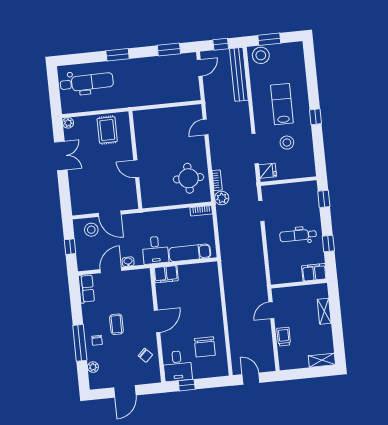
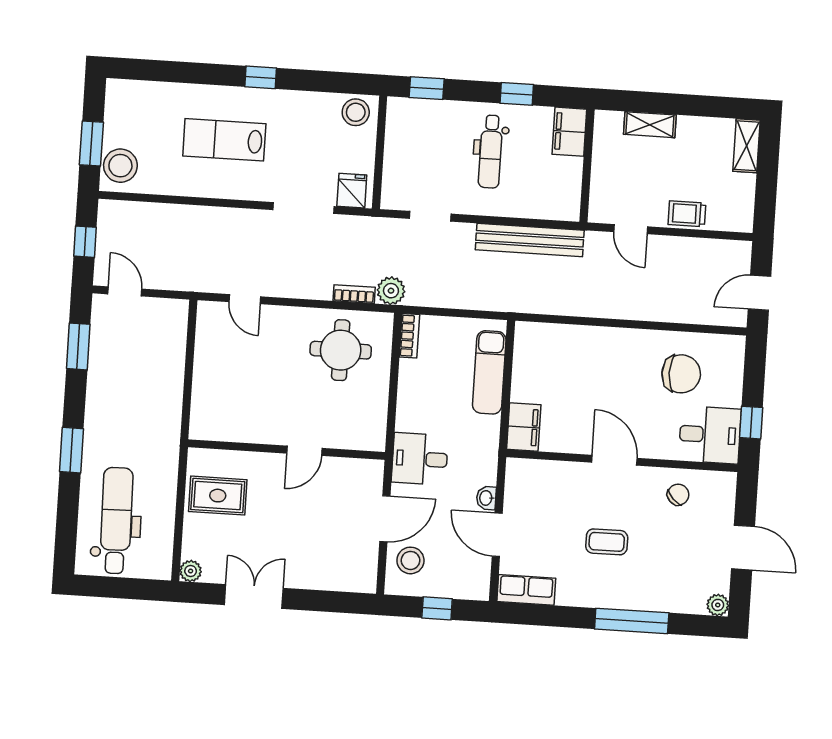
bench: (239, 74) -> (530, 240), moved
stool: (287, 143) -> (356, 112), moved
desk: (155, 250) -> (420, 459), moved, turned 180
chair: (97, 340) -> (632, 586), removed
plant: (93, 367) -> (718, 605), moved

